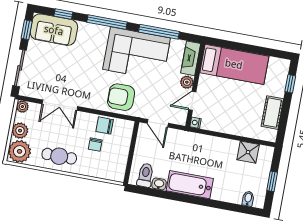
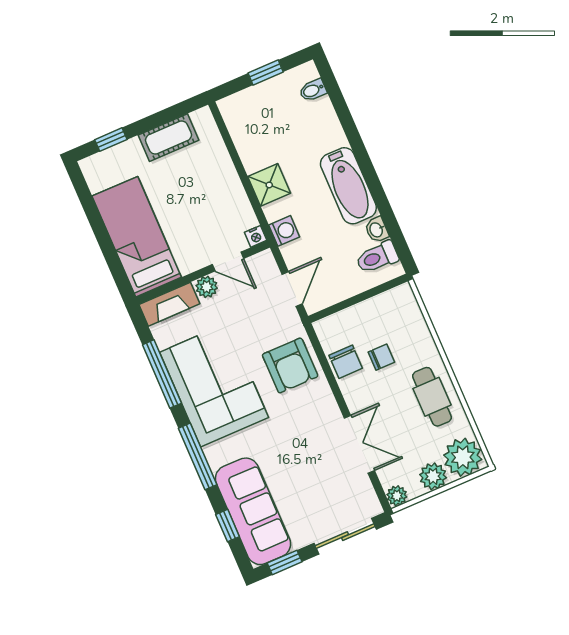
sofa: (54, 30) -> (253, 511), width x1.36
washing machine: (189, 138) -> (284, 231), added
shower: (248, 152) -> (269, 185), moved

